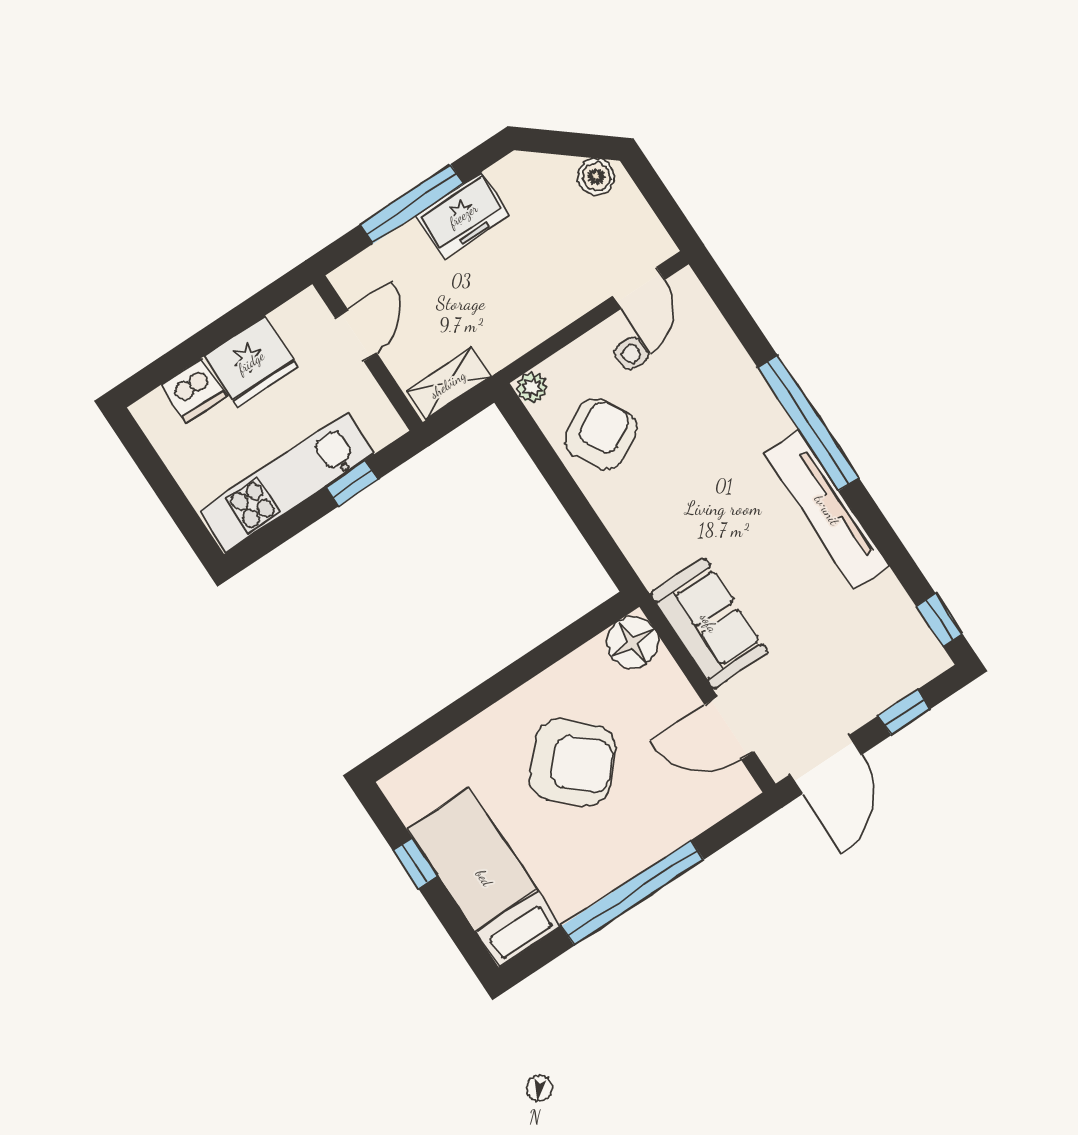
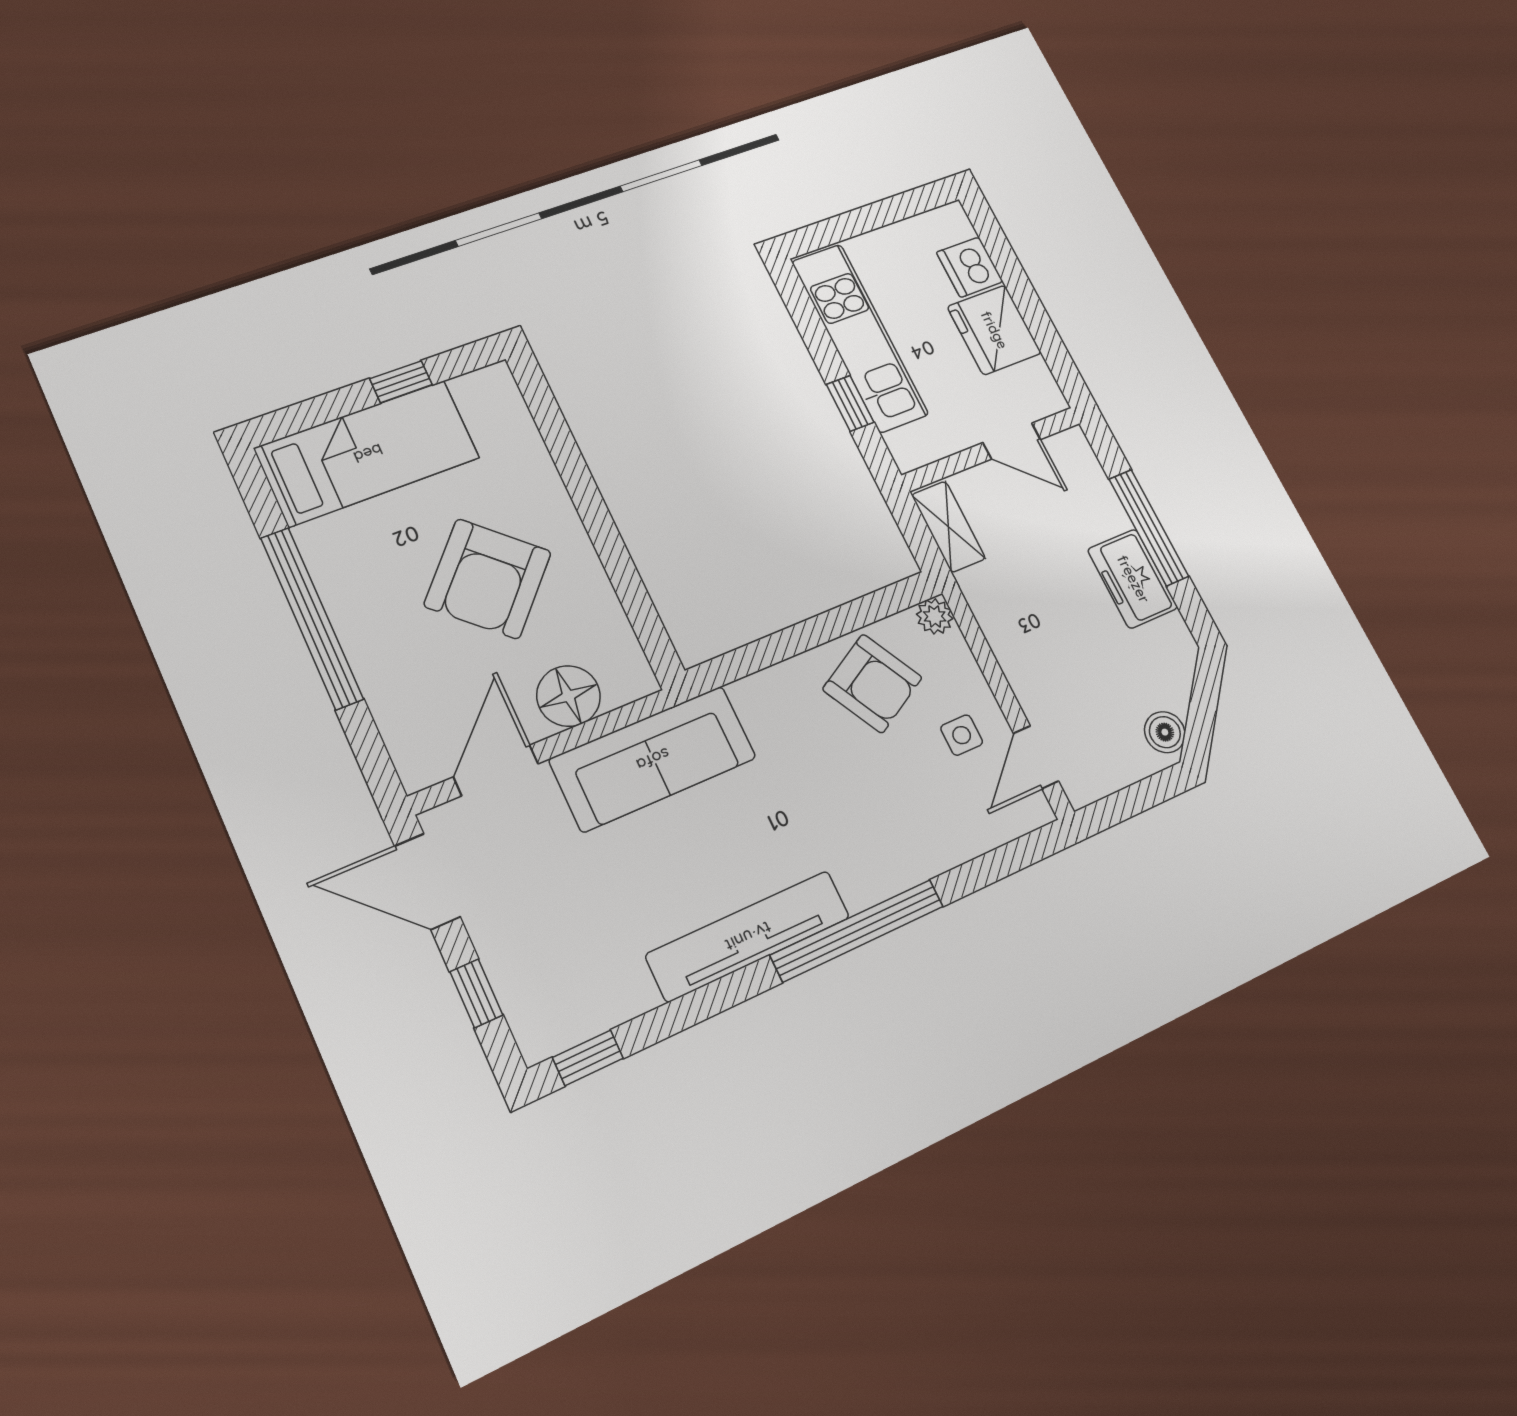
door: (639, 288) -> (1036, 757), hinge flipped
sofa: (709, 623) -> (653, 759), width x1.36
floor lamp: (632, 642) -> (568, 696), moved

